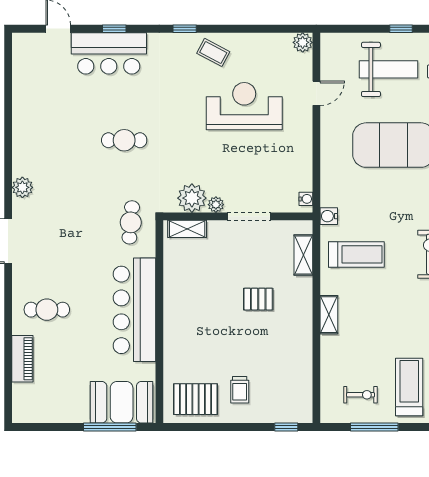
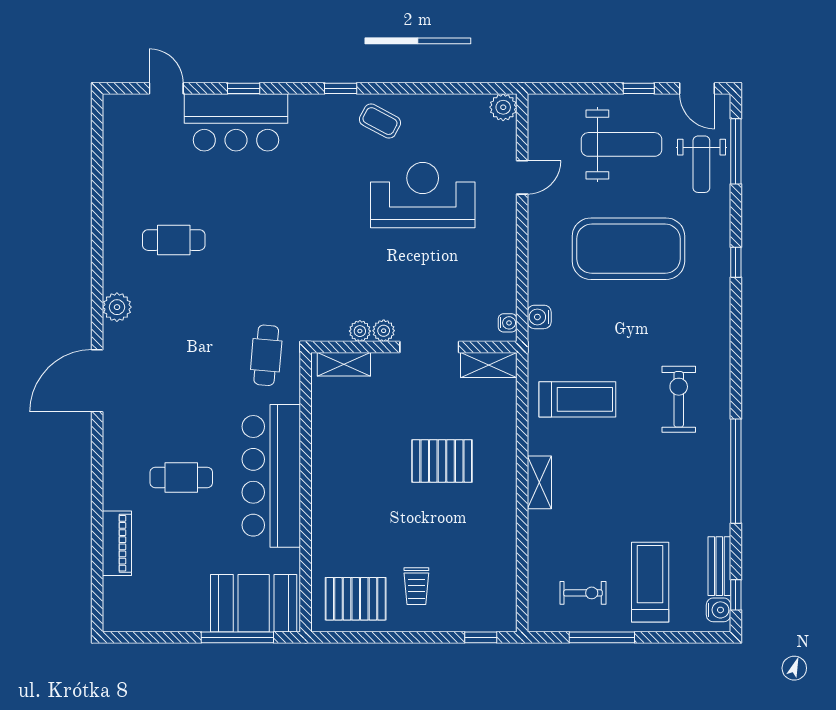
cafe table: (124, 140) -> (174, 240), moved
plant: (192, 198) -> (360, 331), width x0.53, depth x0.53
water cooler: (329, 216) -> (539, 317), moved
shelving: (303, 255) -> (489, 365), moved, turned 90
pallet: (258, 299) -> (442, 461), width x1.50, depth x1.42
cafe table: (47, 310) -> (181, 477), moved

